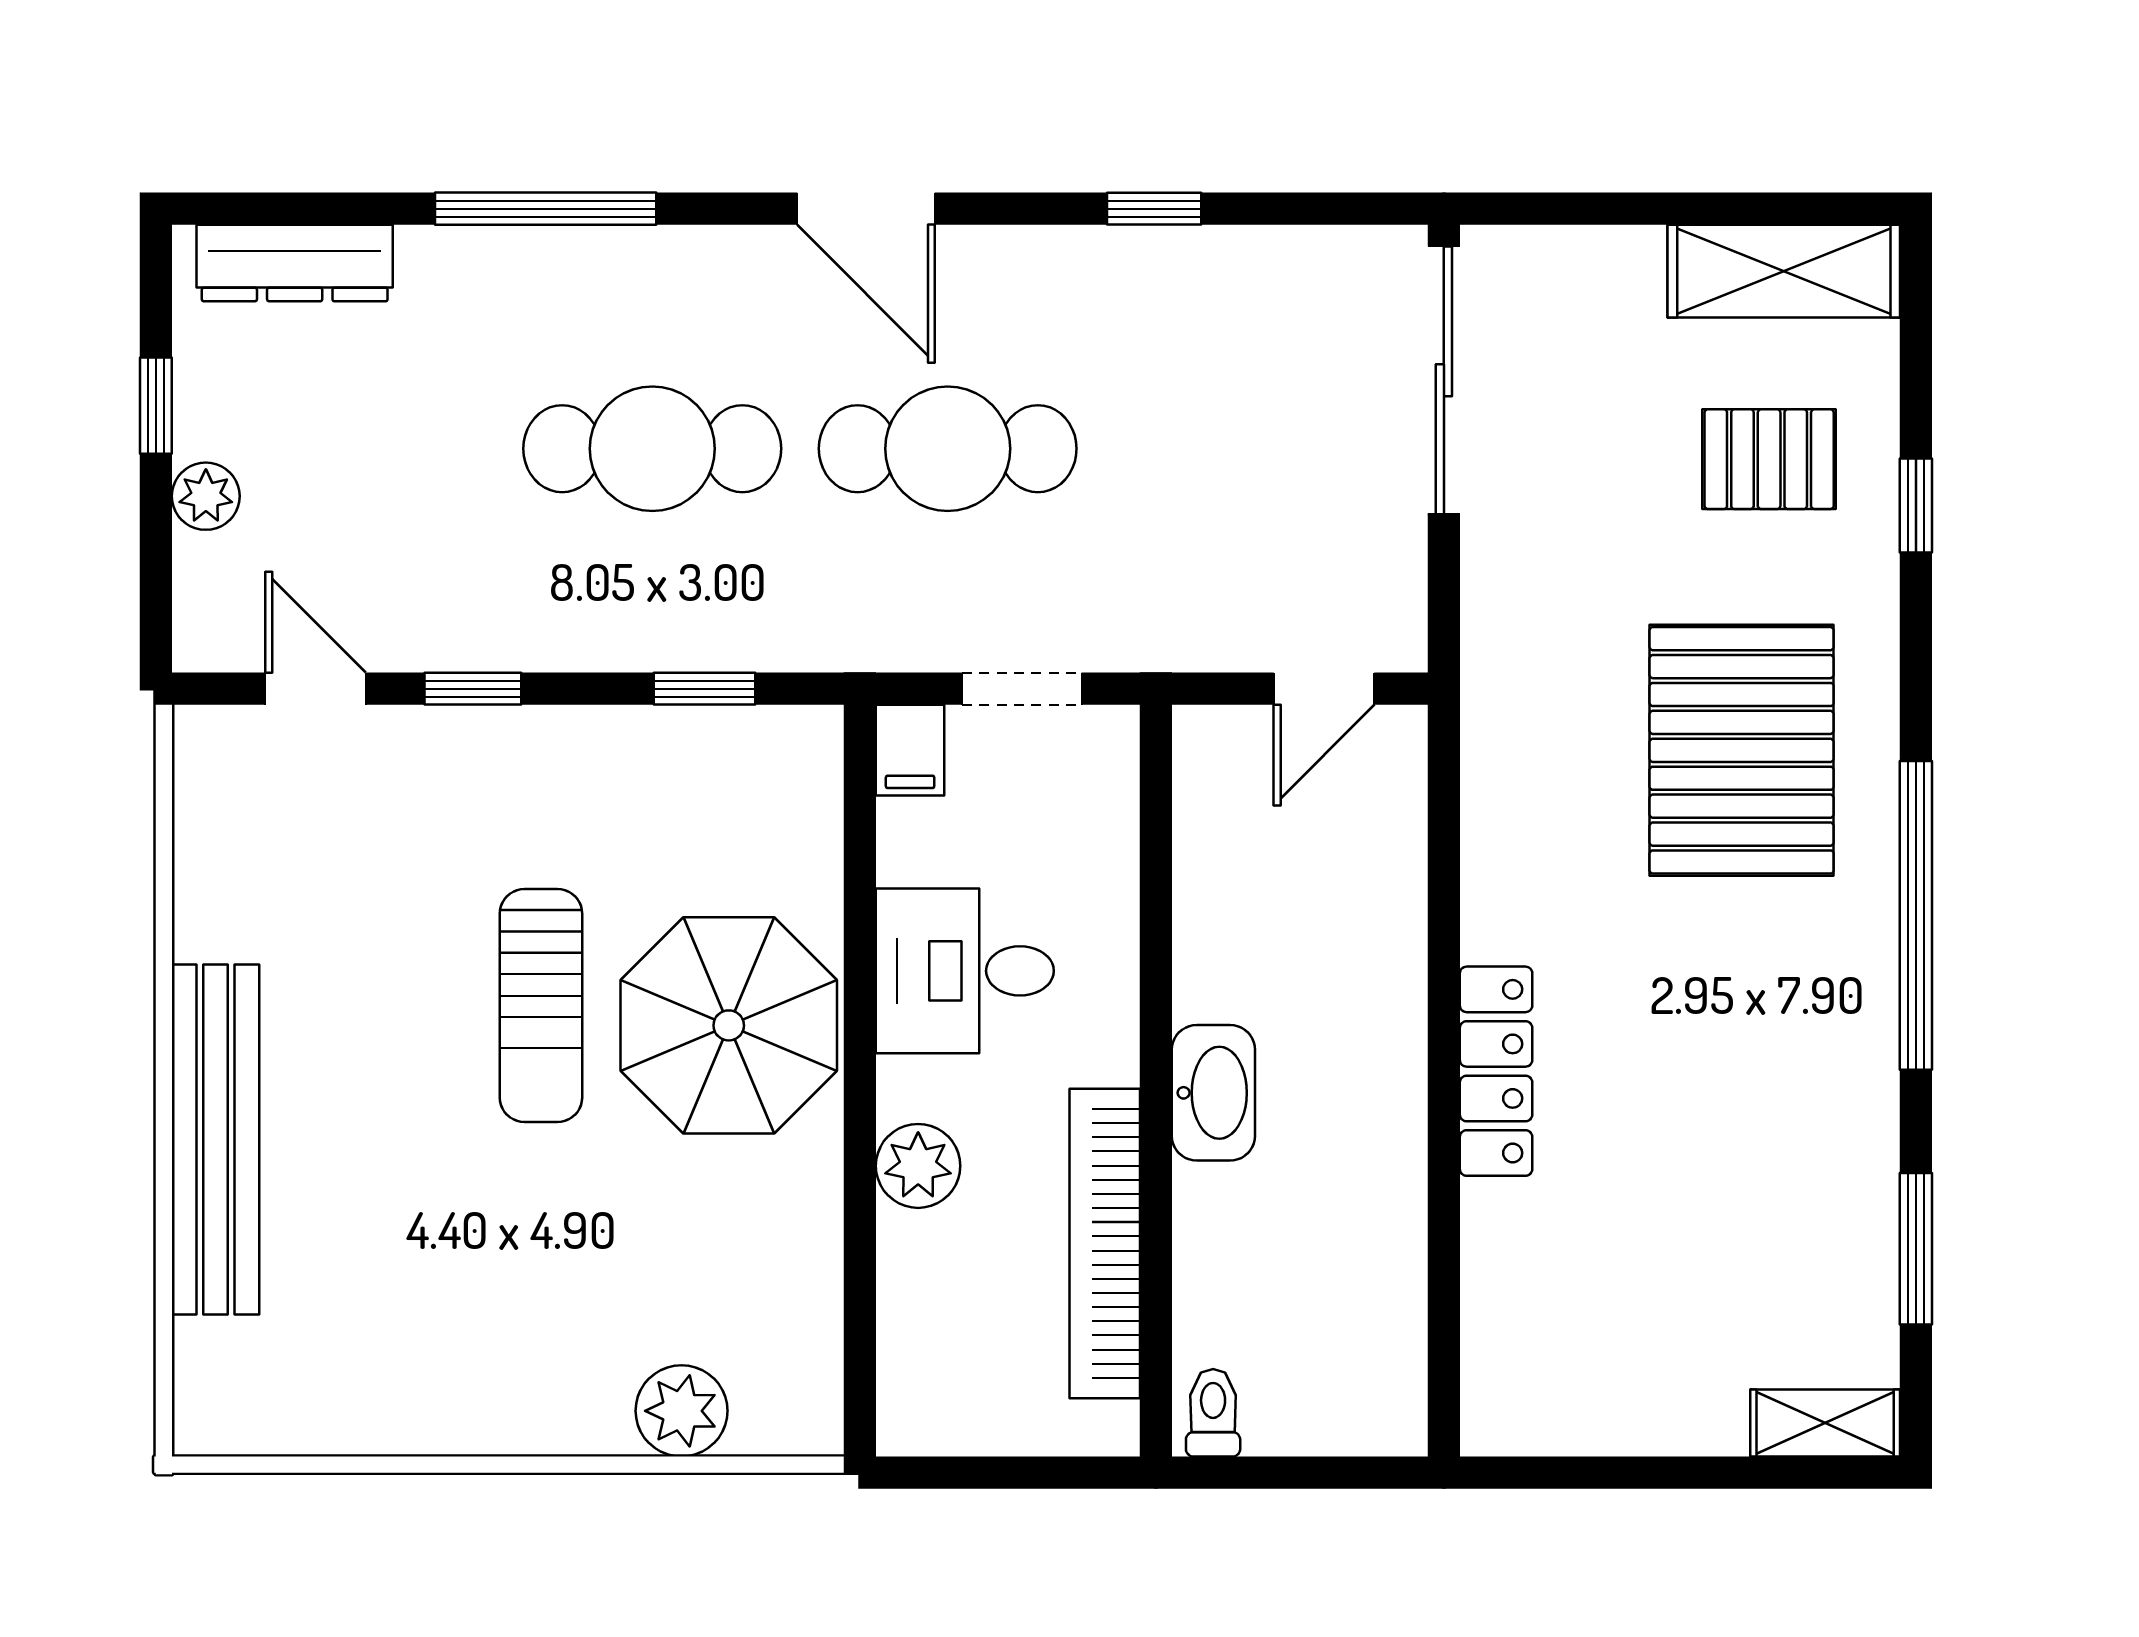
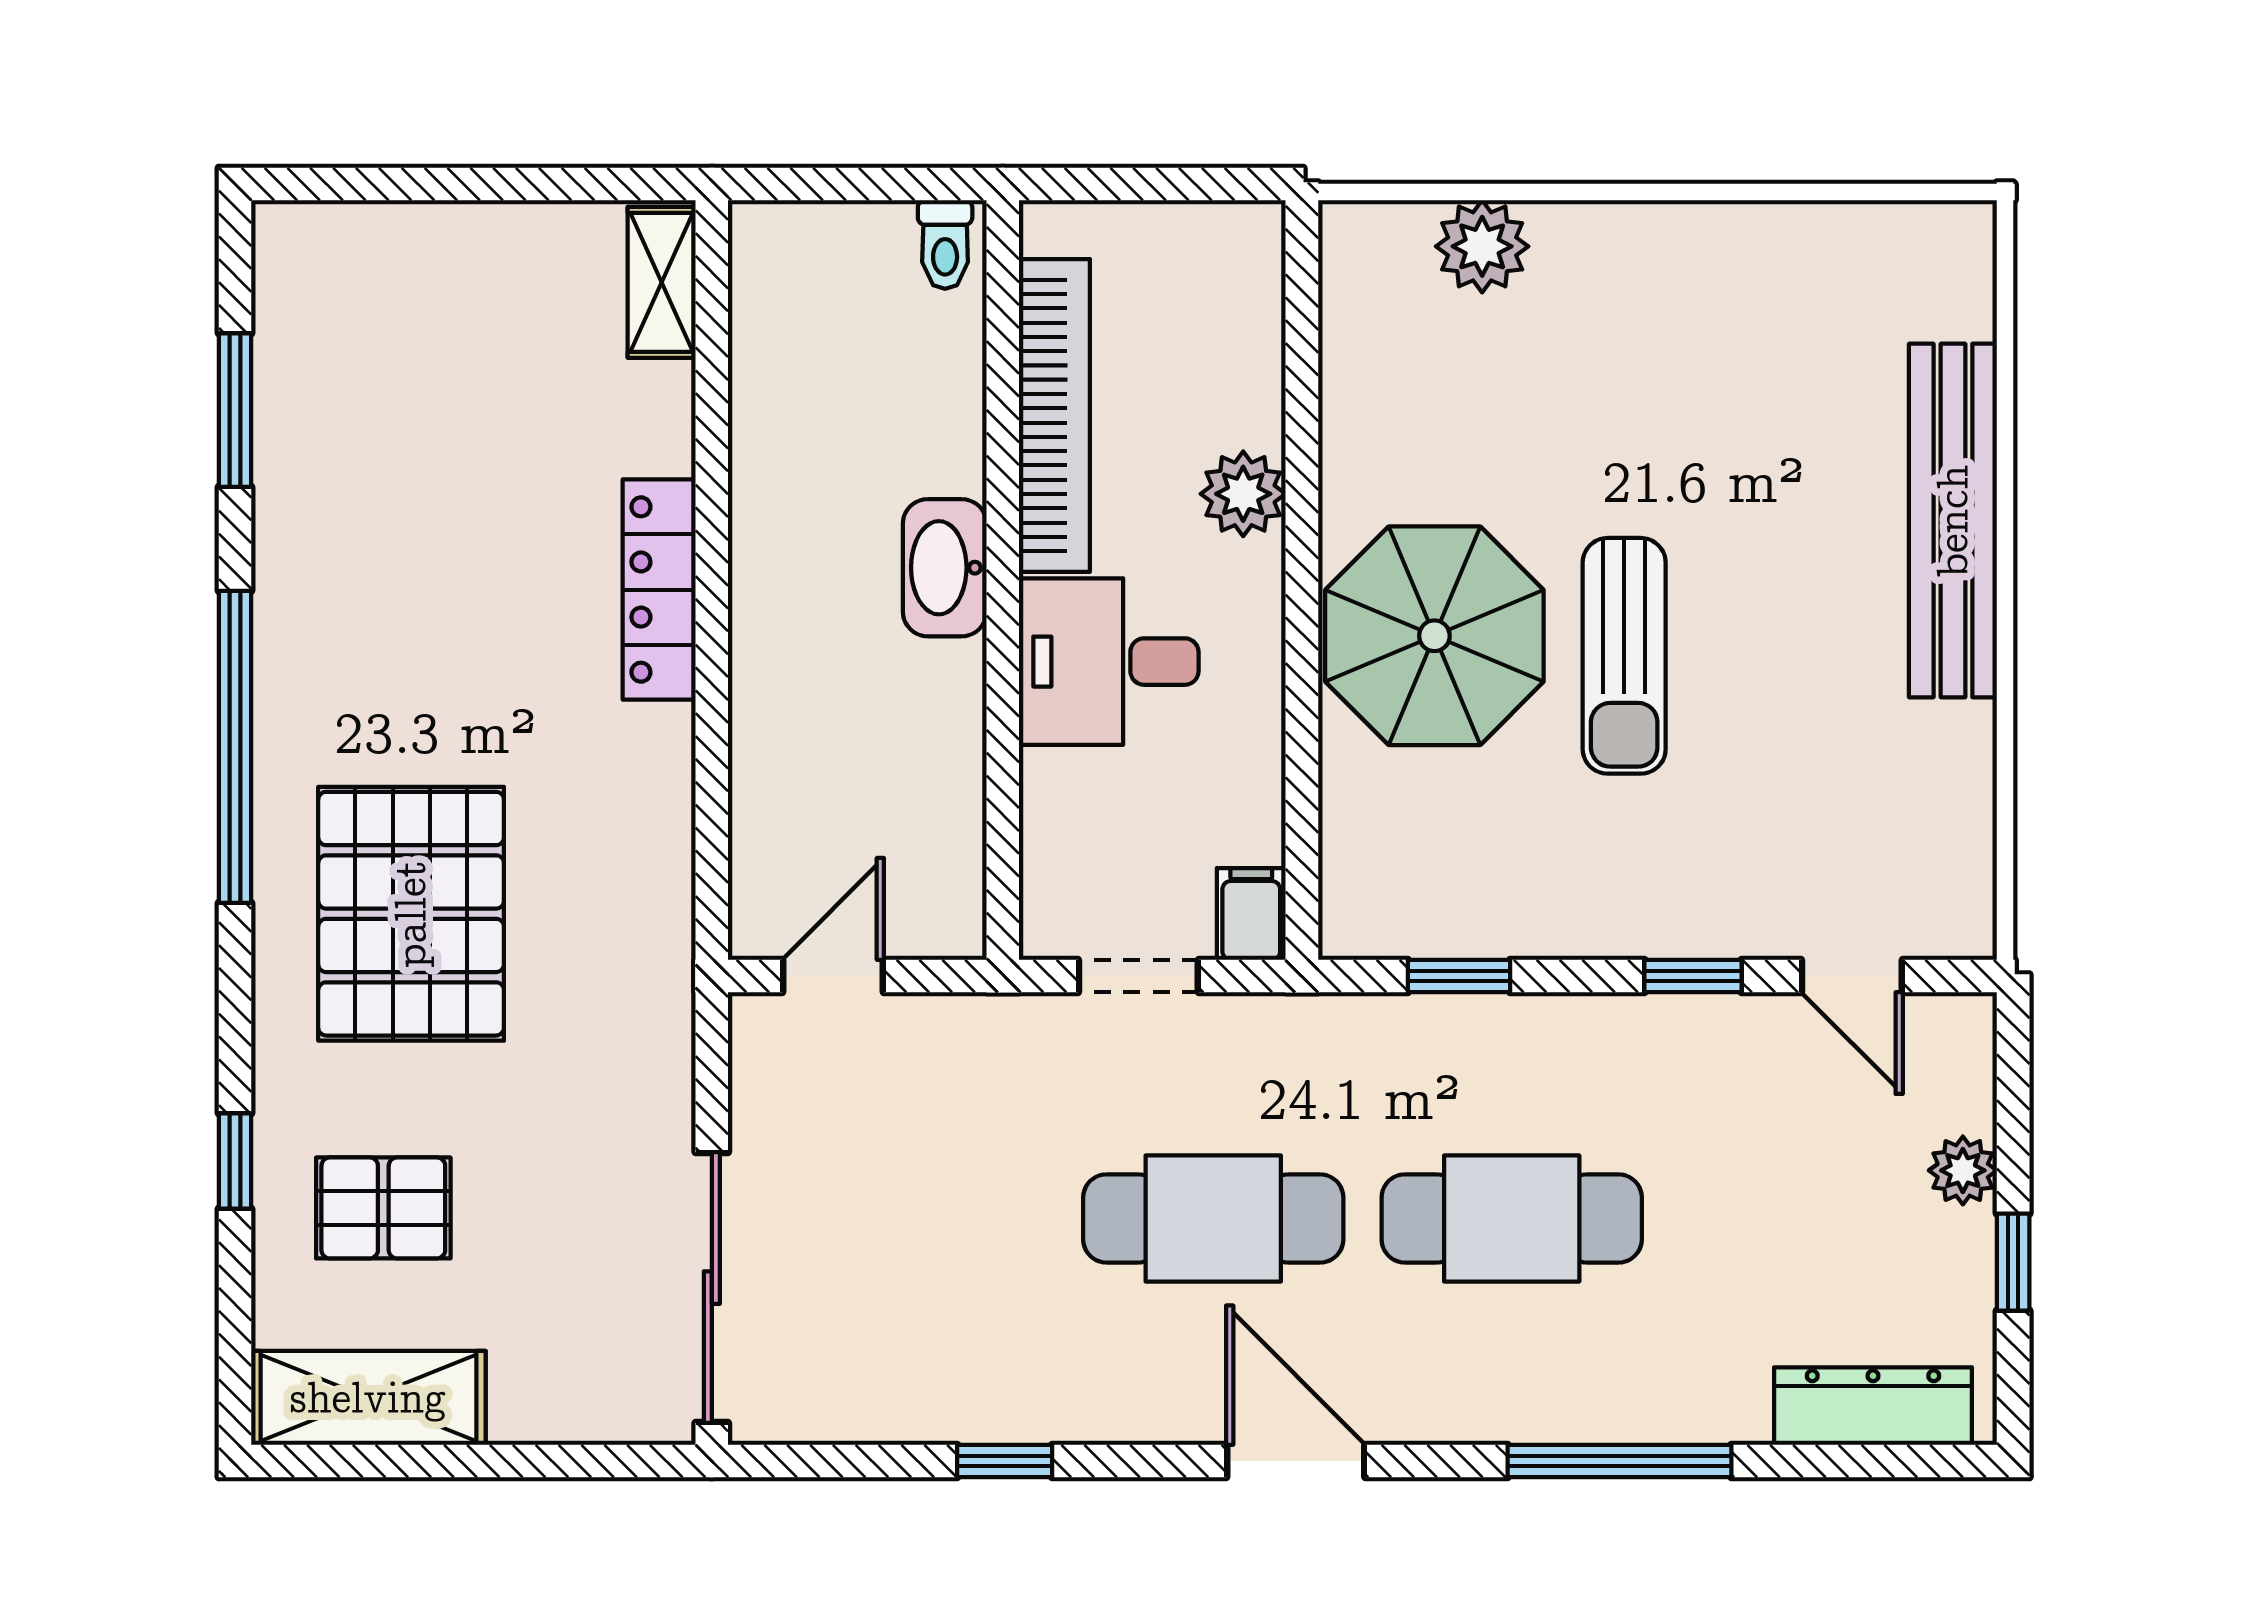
desk: (965, 971) -> (1109, 662), moved, turned 180
sun lounger: (541, 1006) -> (1624, 656), turned 180
shelving: (1825, 1423) -> (662, 282), moved, turned 90

